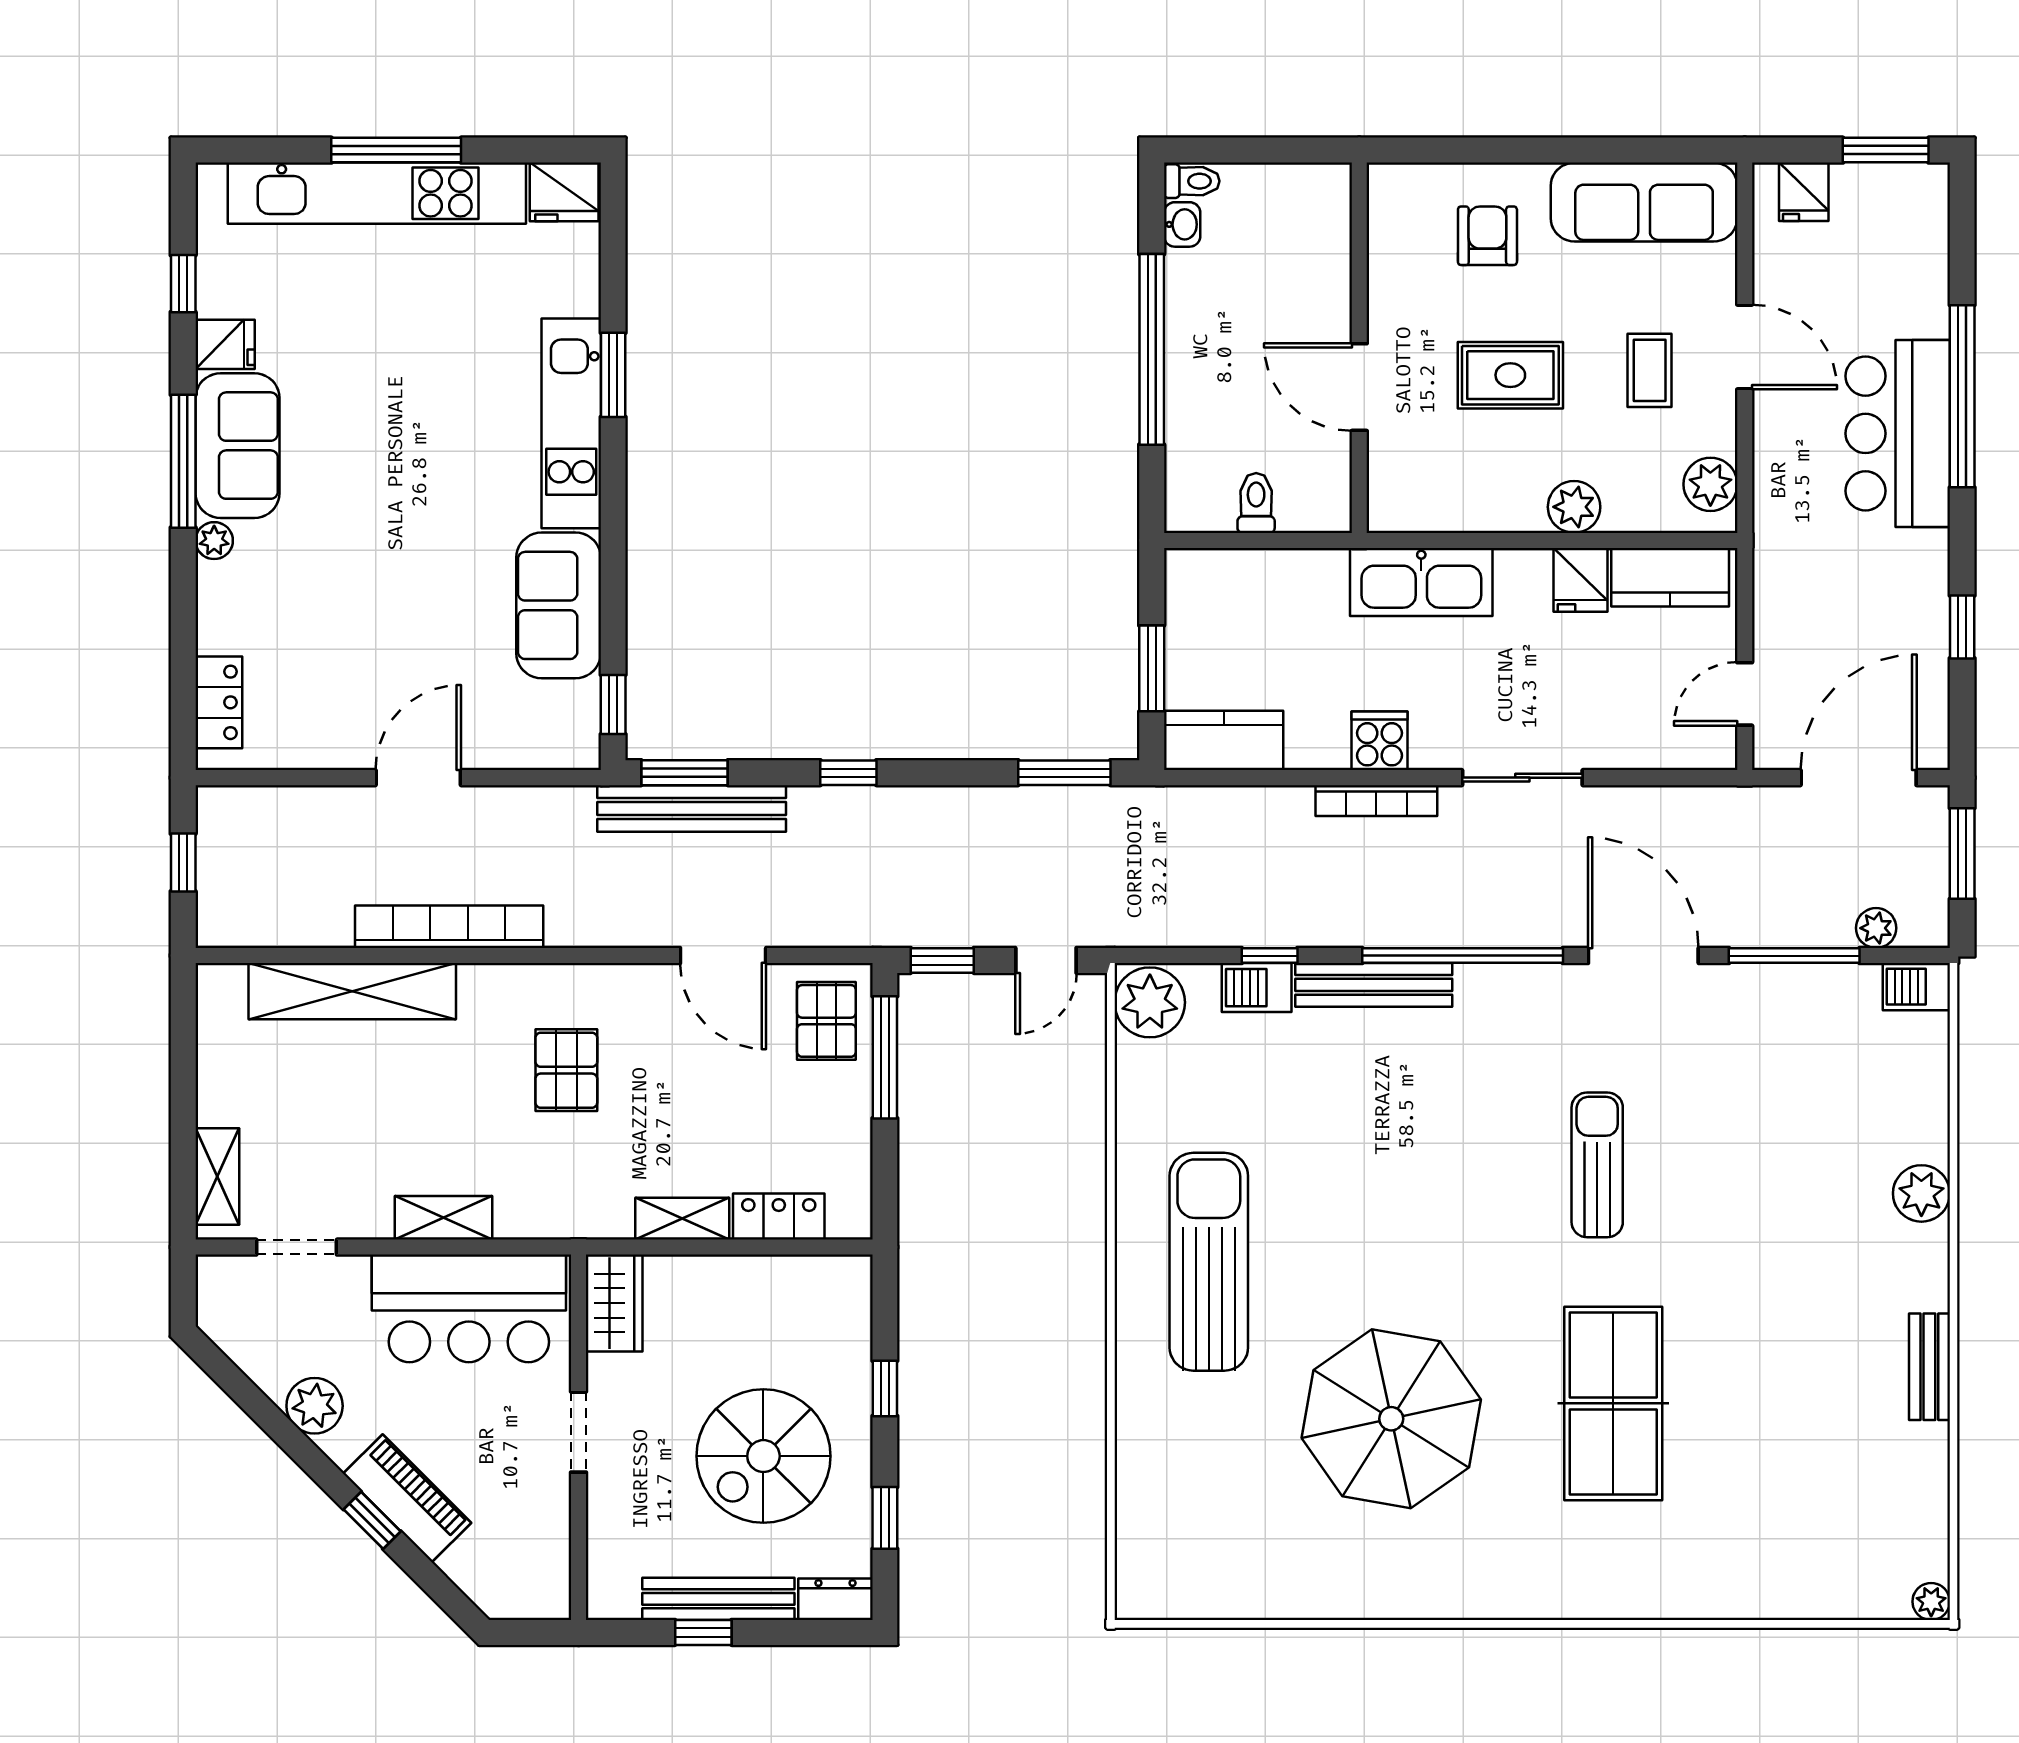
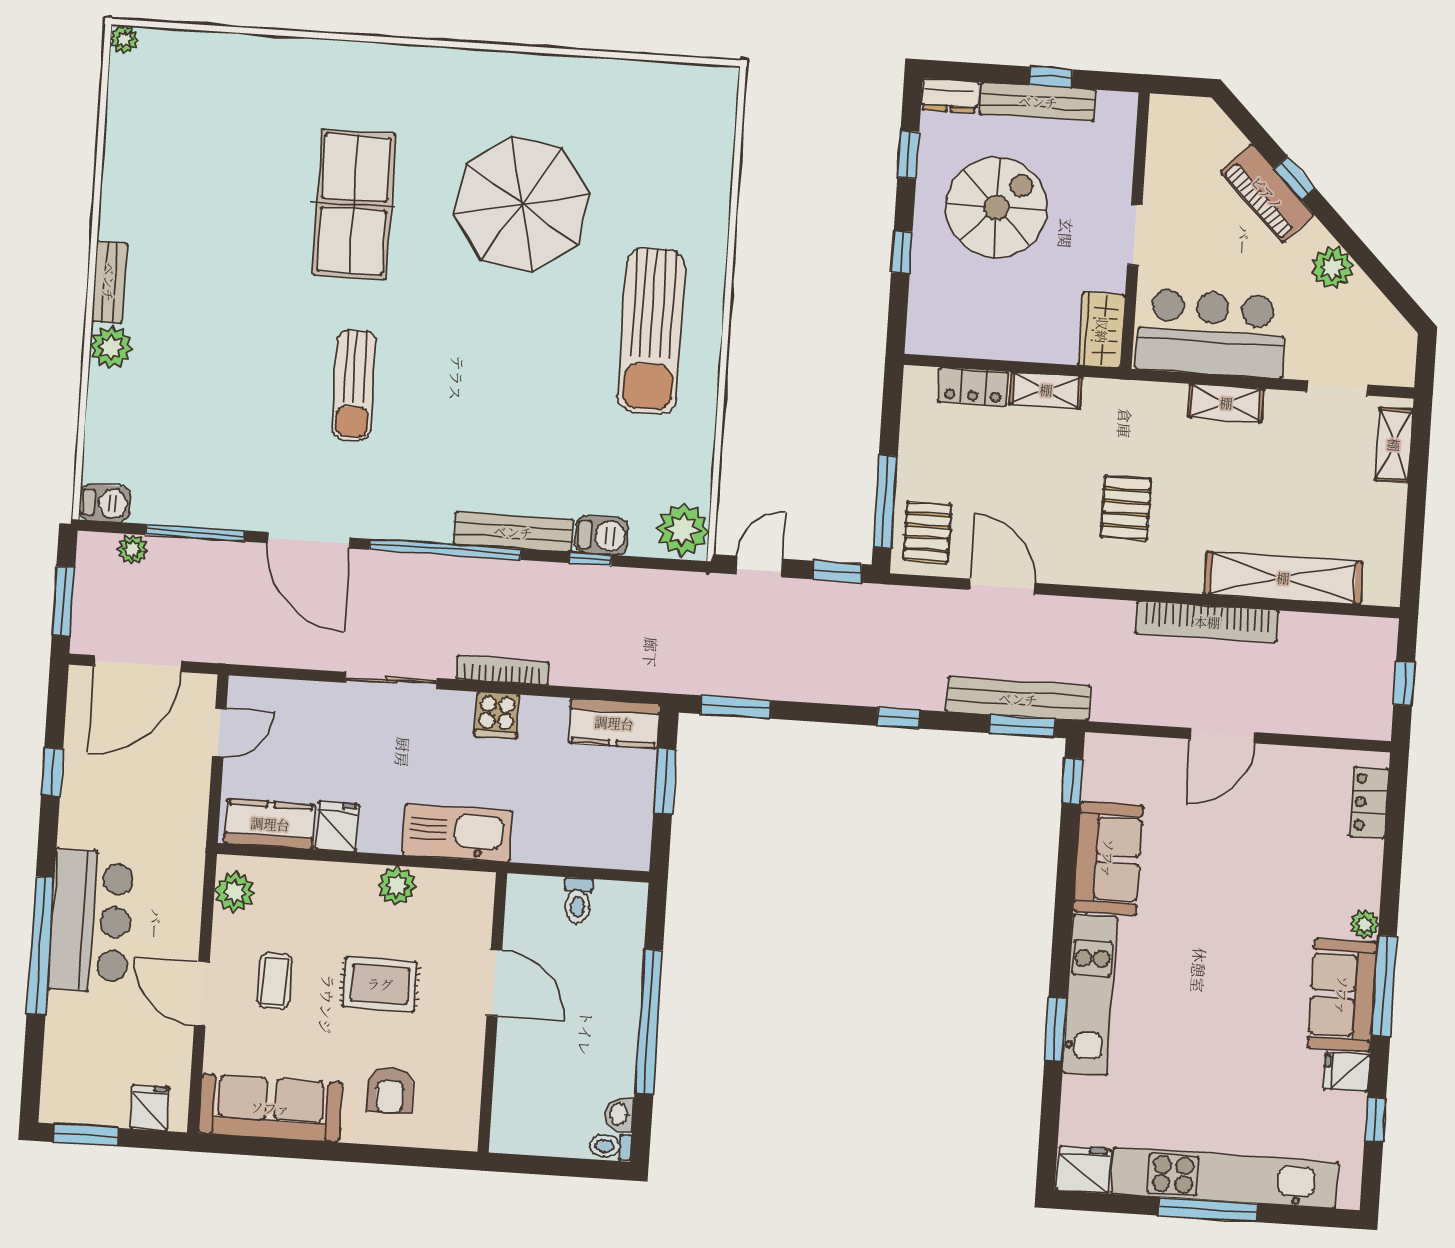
plant: (1574, 507) -> (397, 886), moved
bench: (1929, 1367) -> (109, 282), moved

